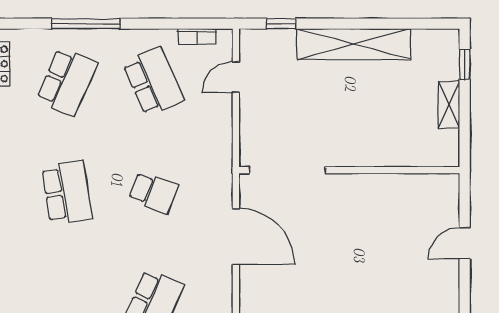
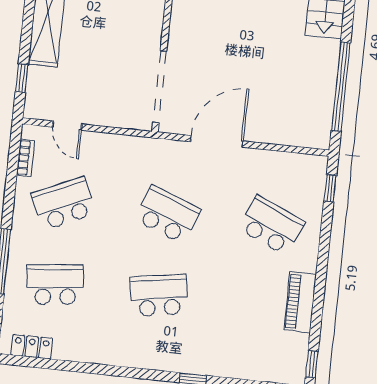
school desk: (67, 82) -> (55, 284), turned -30
school desk: (153, 193) -> (167, 214), width x1.85

